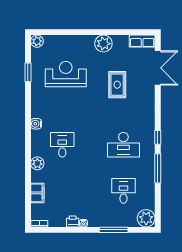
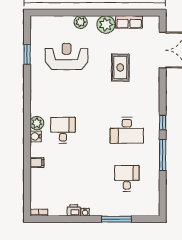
plant: (37, 41) -> (81, 22), moved
row of seats: (142, 41) -> (129, 22), moved
water cooler: (36, 124) -> (36, 136), moved
plant: (37, 163) -> (37, 123), moved
filing cabinet: (37, 193) -> (37, 163), moved, width x0.50
plant: (146, 218) -> (151, 207), removed

